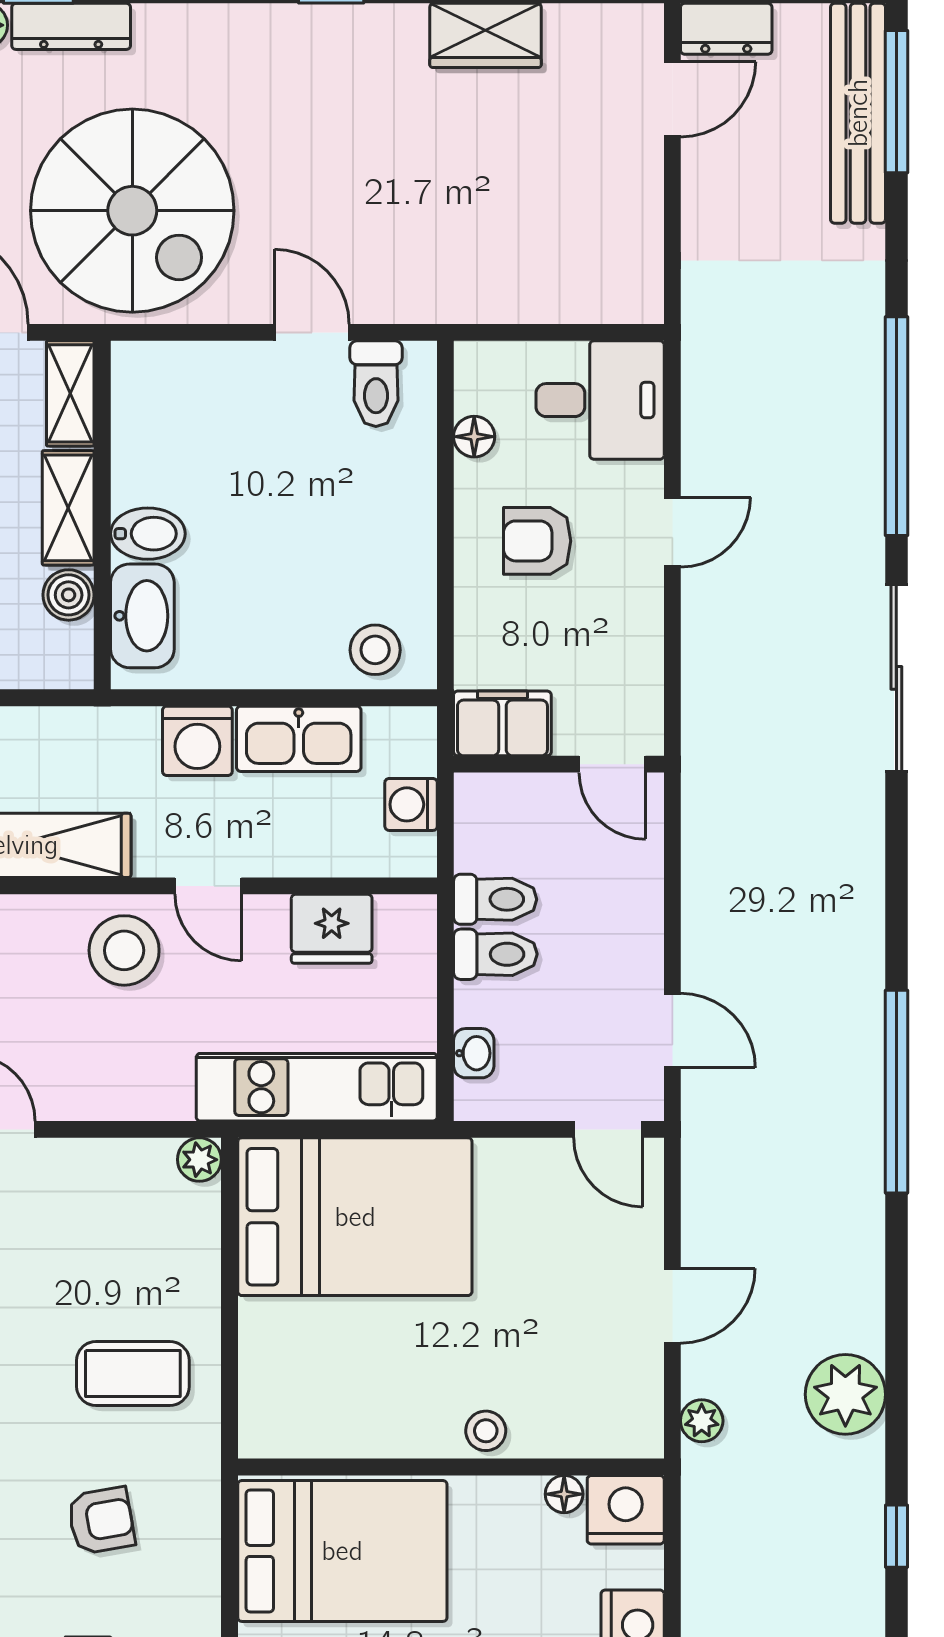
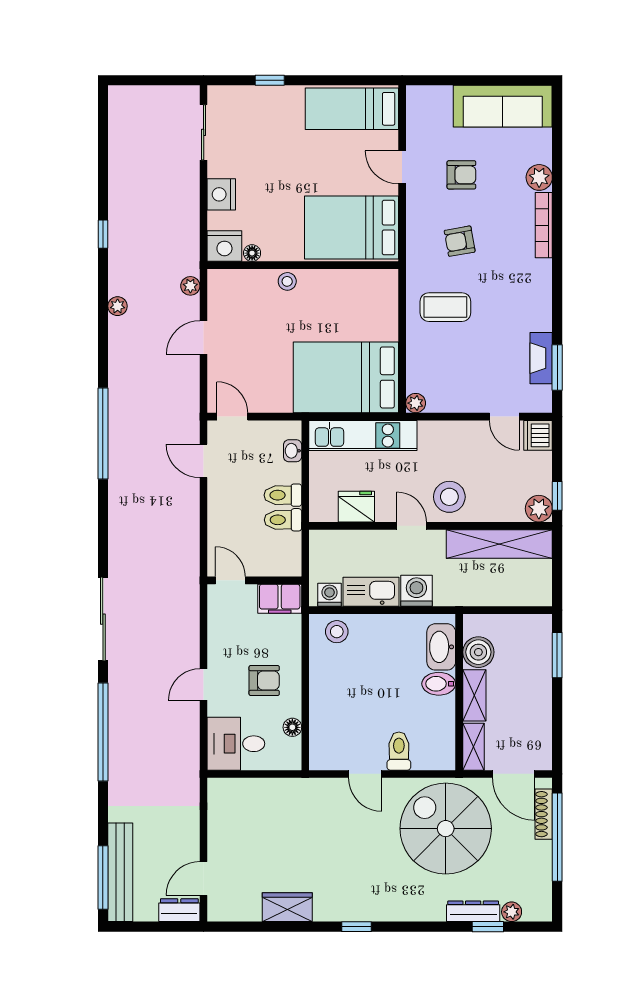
toilet: (376, 384) -> (399, 751), moved
boiler: (69, 595) -> (478, 652), width x1.36, depth x1.36
washing machine: (411, 804) -> (330, 595), moved, turned -90
plant: (845, 1394) -> (118, 306), width x0.53, depth x0.53

